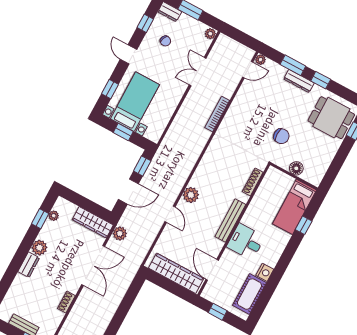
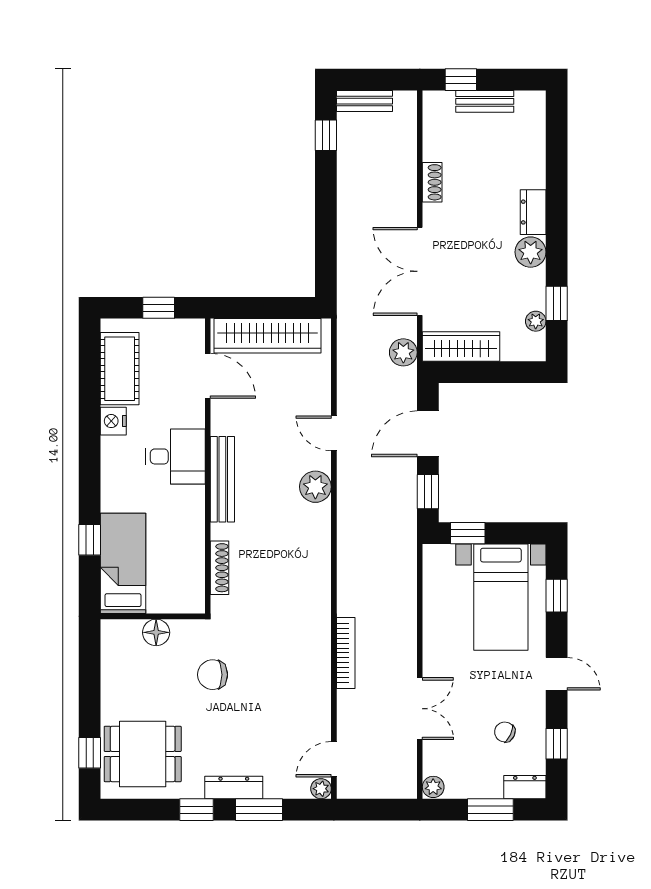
window: (123, 132) -> (468, 533), moved

